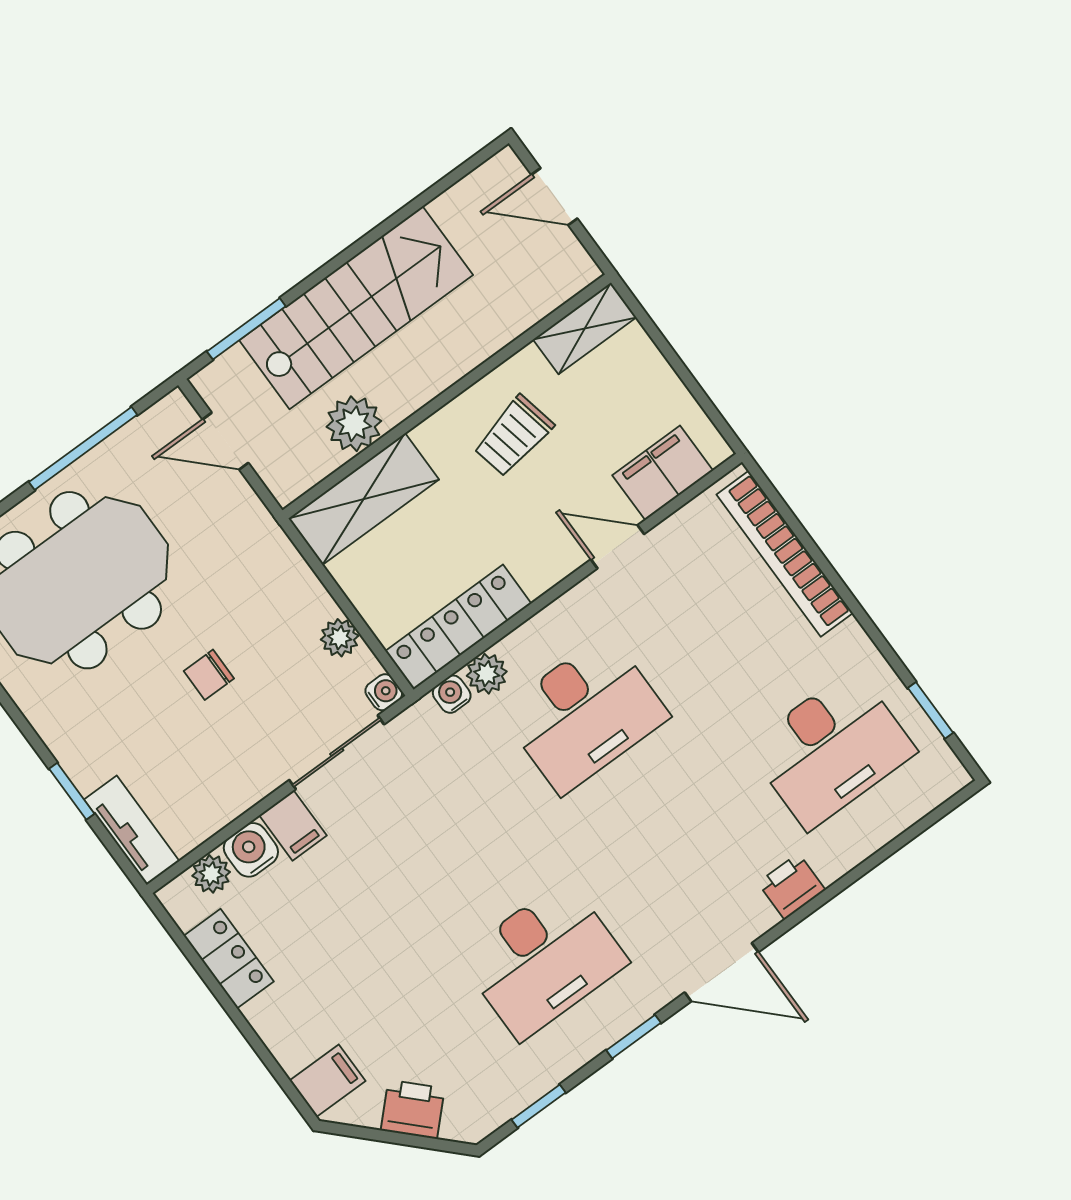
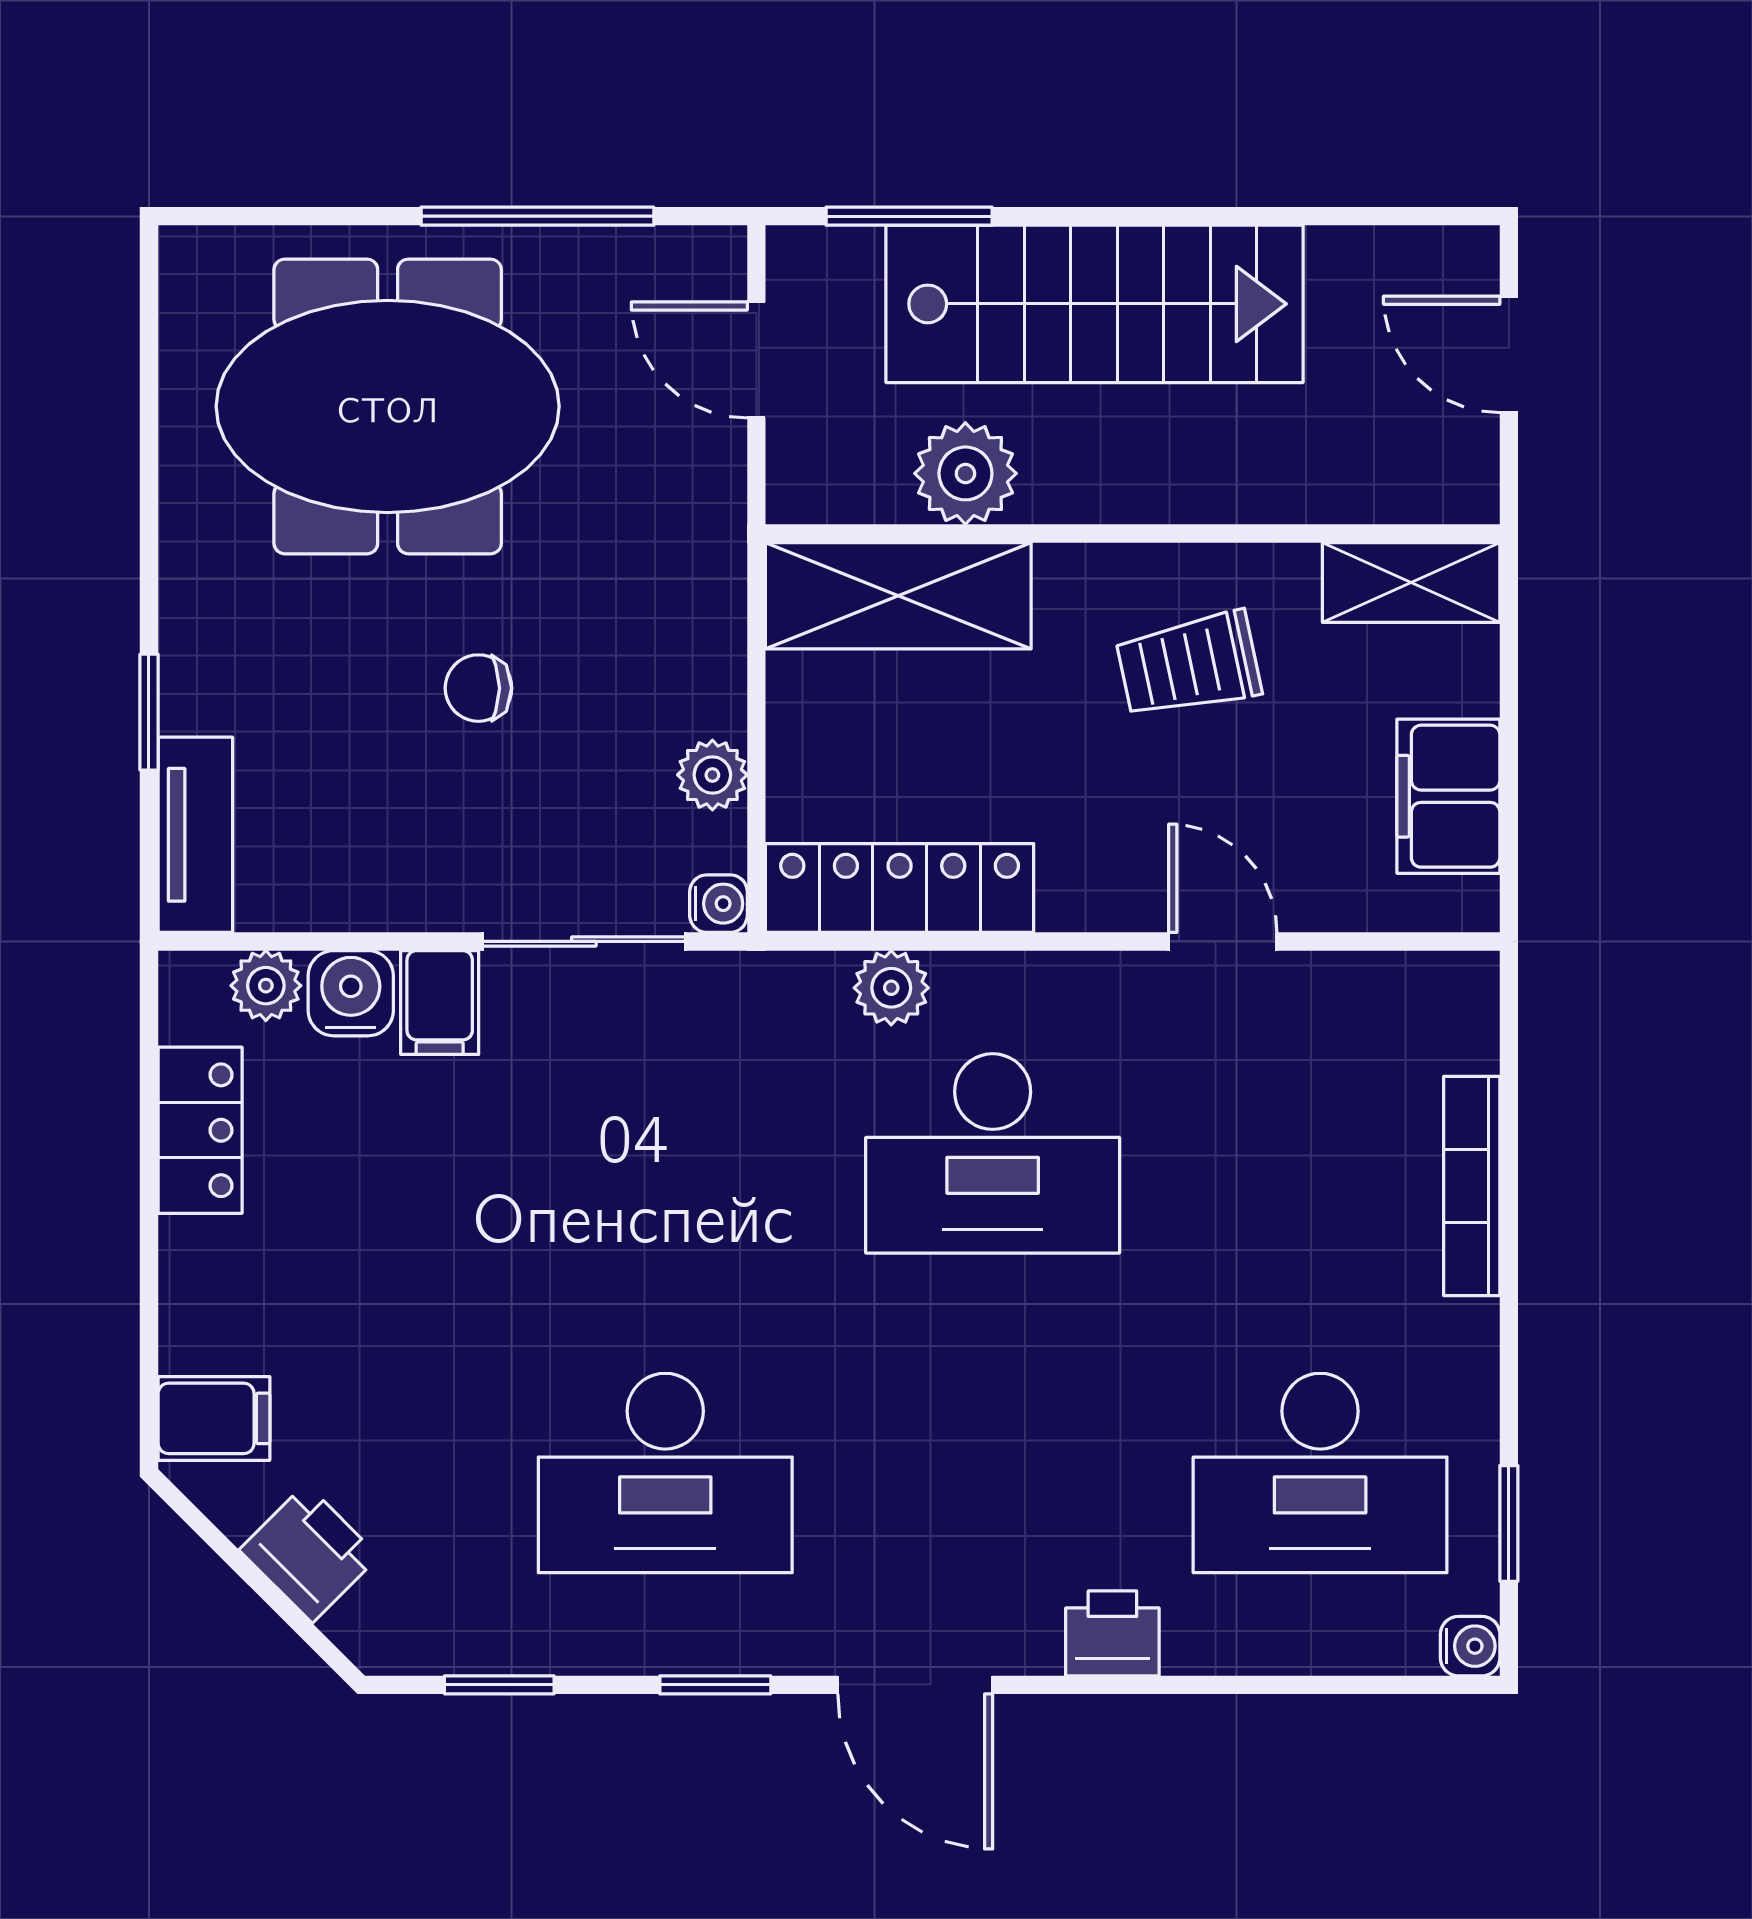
filing cabinet: (663, 473) -> (1448, 796), moved, turned -90
bookcase: (785, 554) -> (1472, 1186), width x0.68, depth x0.76
water cooler: (452, 694) -> (1470, 1646), moved, turned 90

